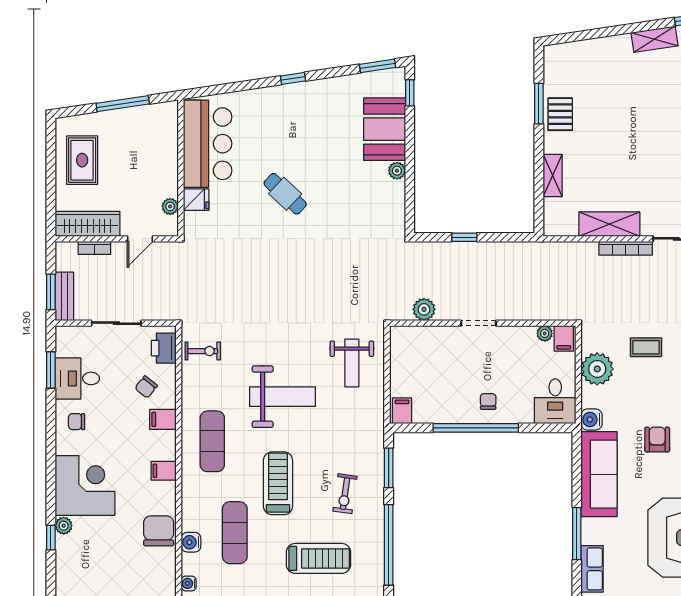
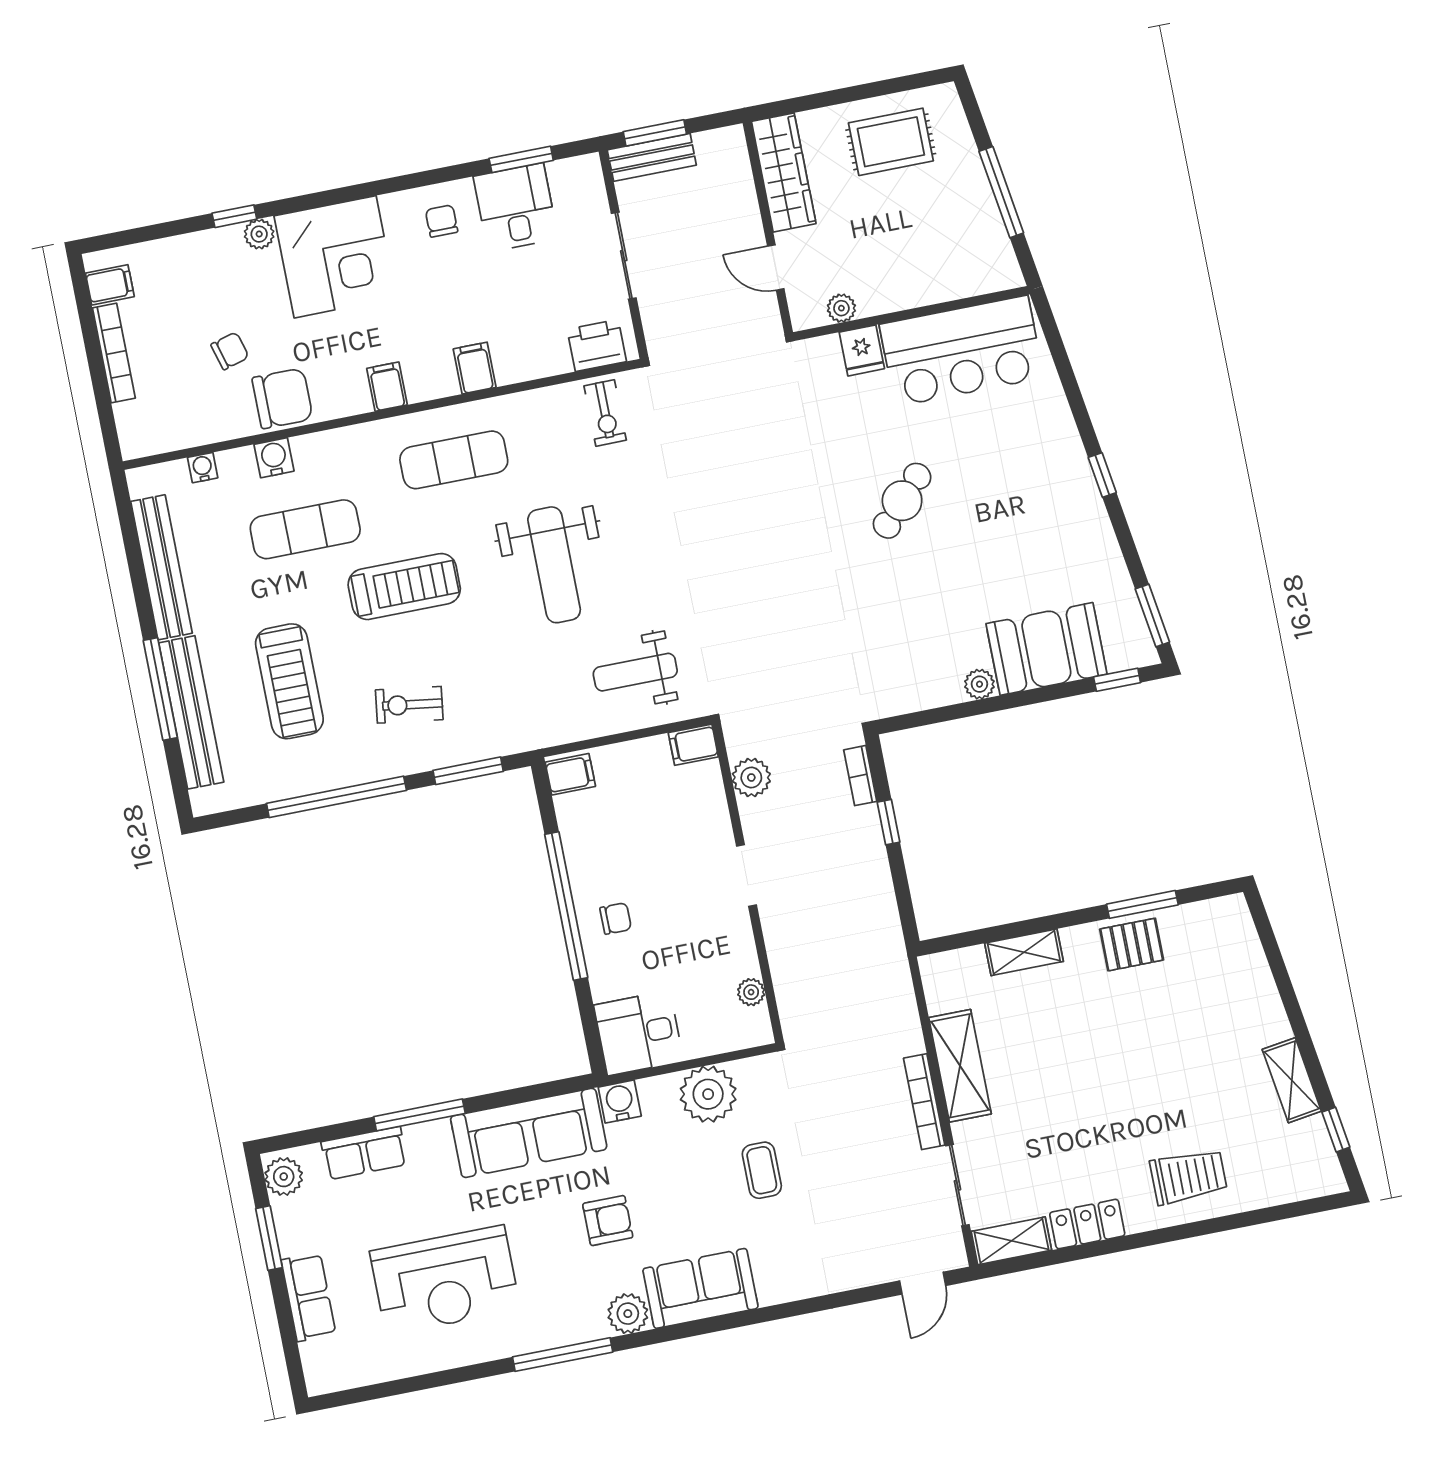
bookcase: (94, 248) -> (860, 776), moved
filing cabinet: (564, 338) -> (693, 745), moved
chair: (146, 387) -> (230, 351), moved, turned 125

